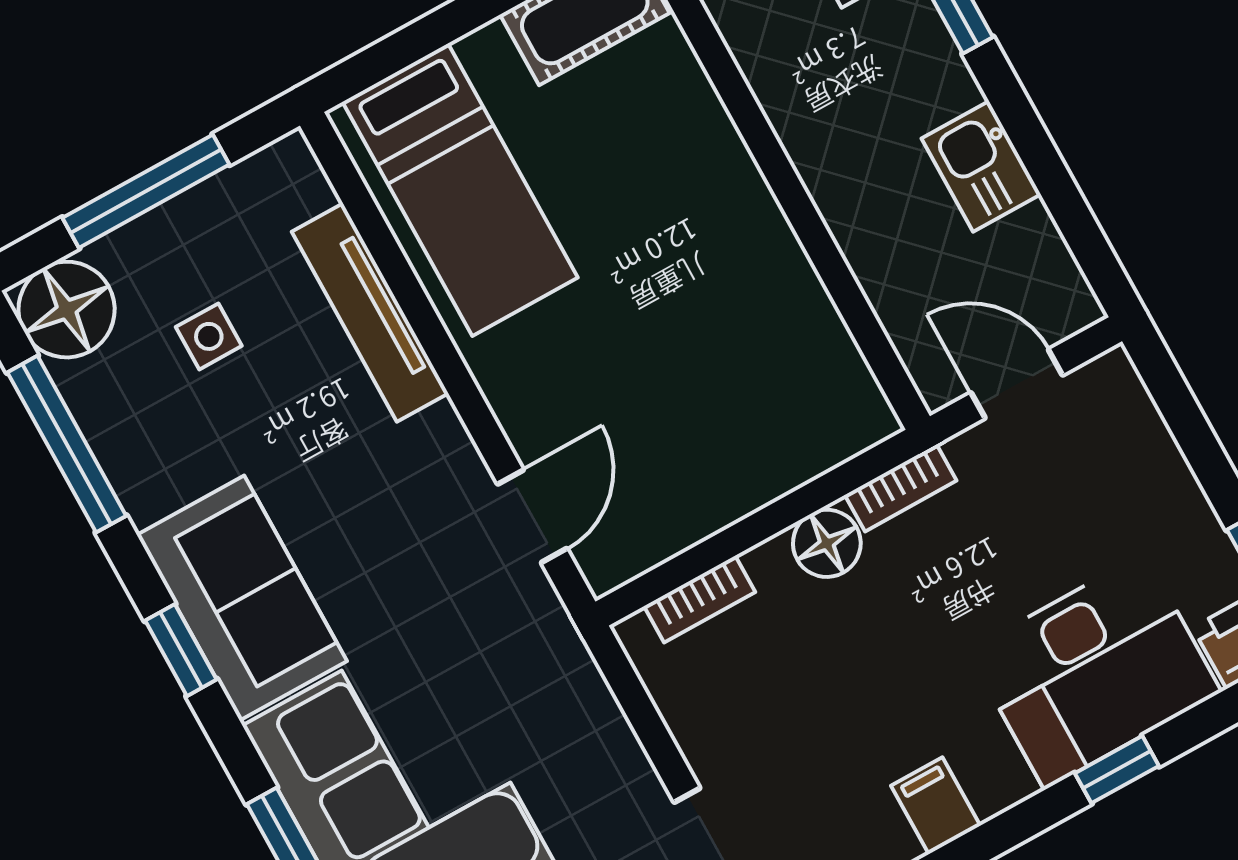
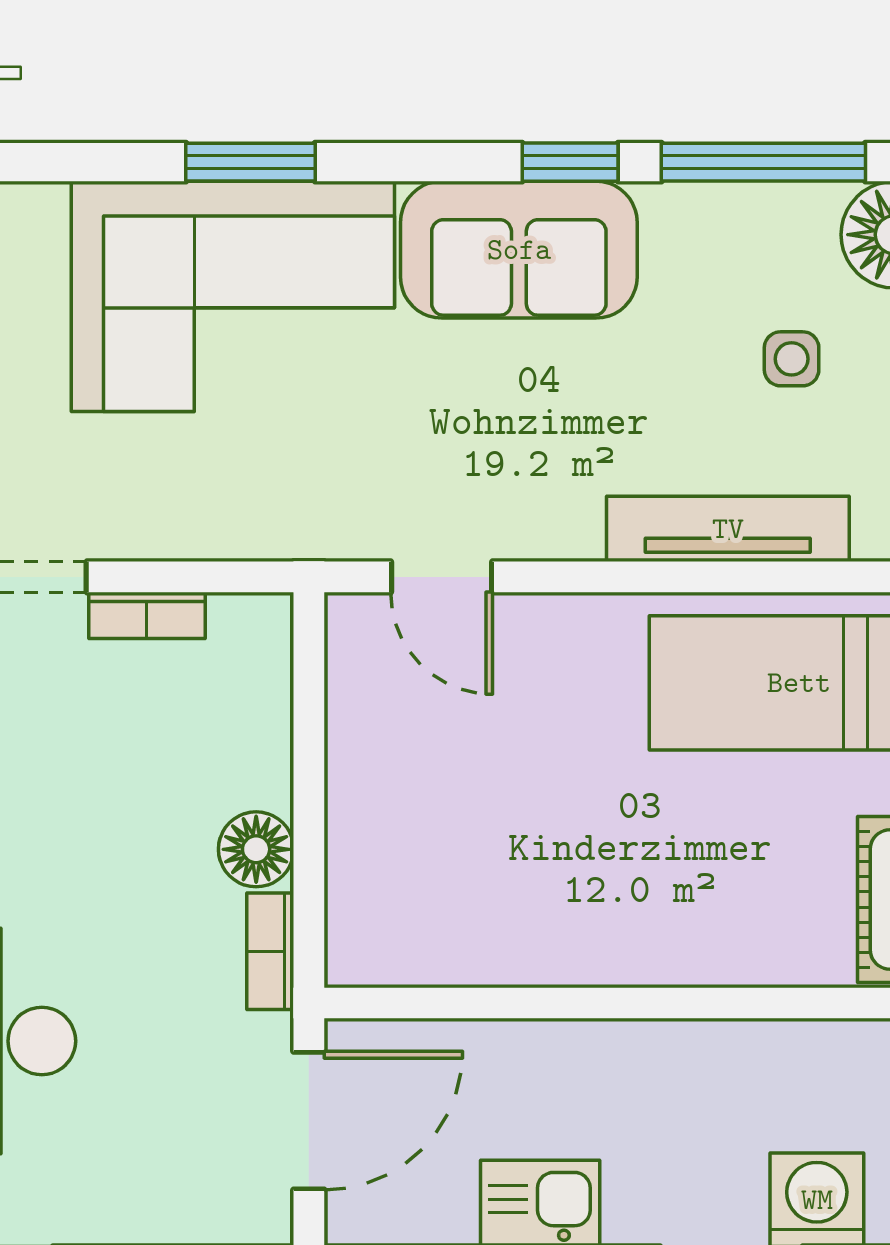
door: (1017, 384) -> (309, 1121), width x1.38
bookcase: (700, 599) -> (147, 615), moved, turned -90
window: (181, 650) -> (570, 162), moved

